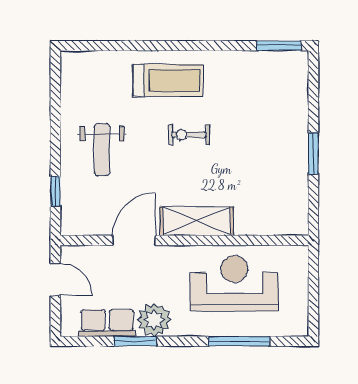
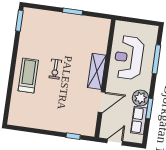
weight bench: (102, 150) -> (57, 111), removed
door: (134, 240) -> (102, 102), swing flipped

